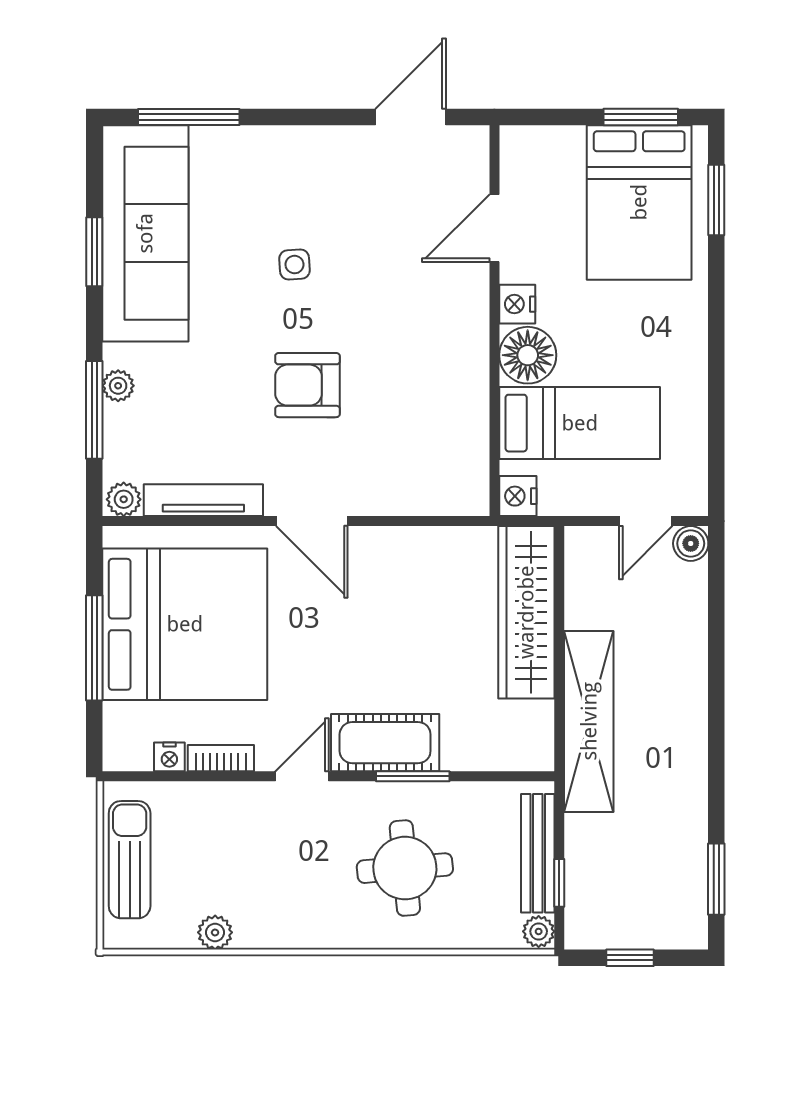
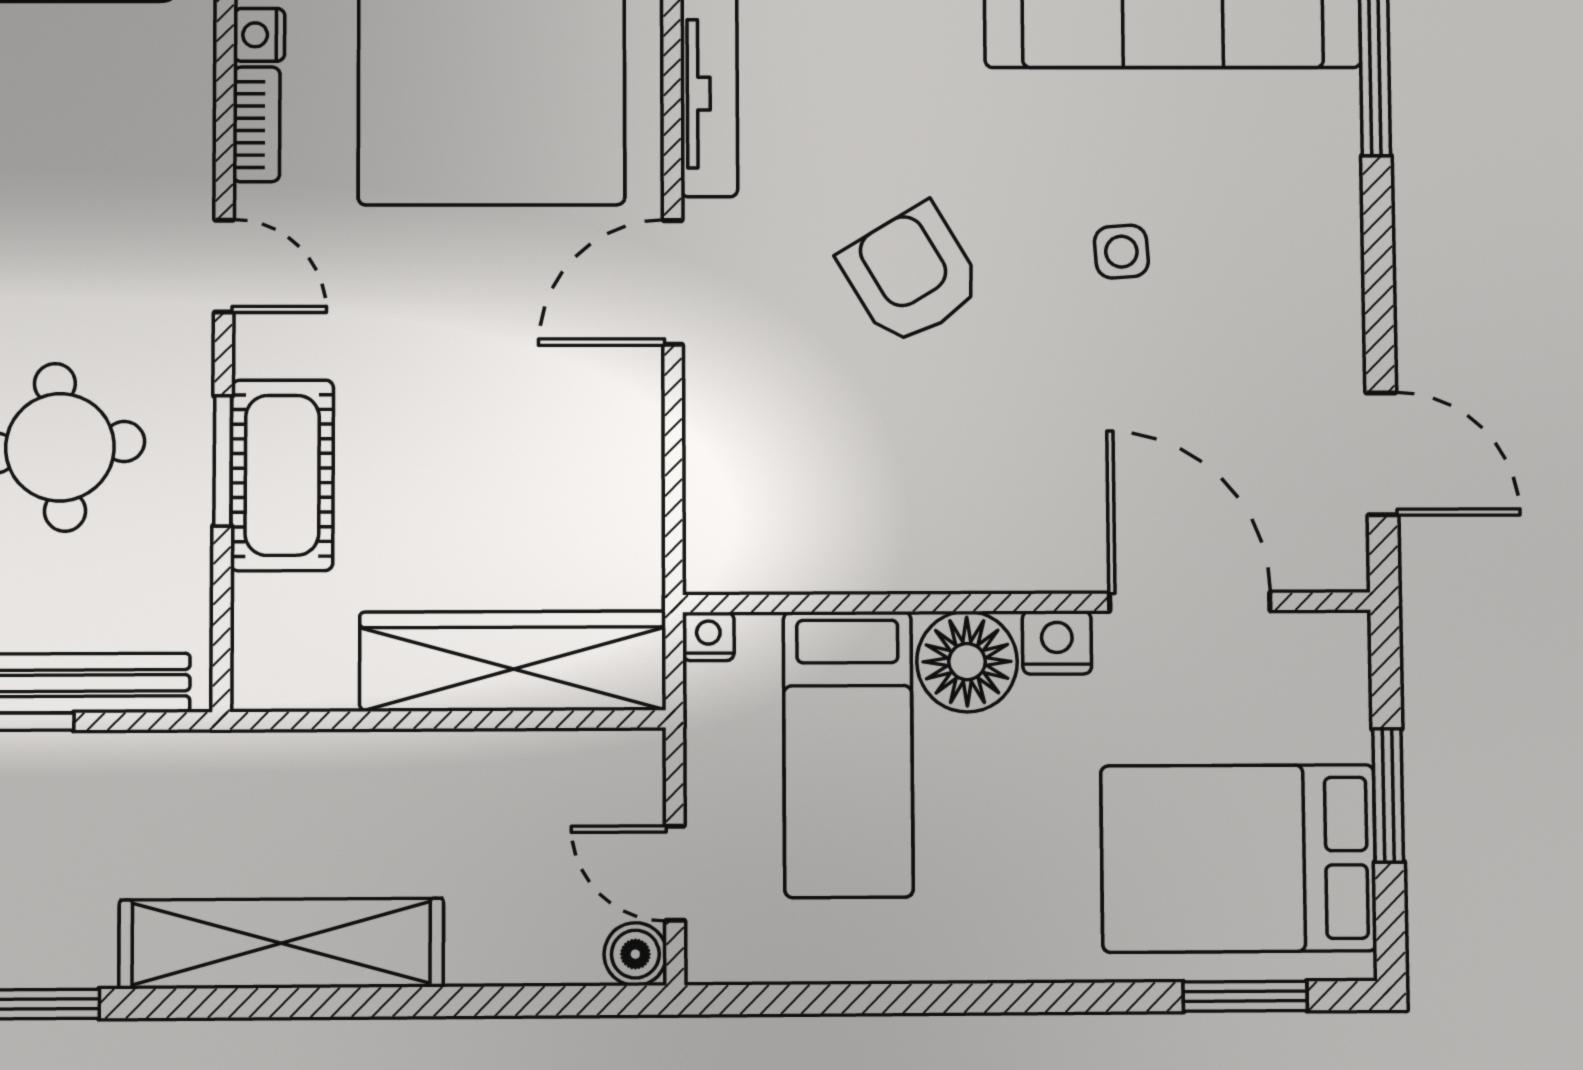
window: (641, 117) -> (1388, 795), moved
door: (494, 228) -> (1190, 602), width x1.36
armchair: (308, 385) -> (911, 275), turned -31
nightstand: (518, 496) -> (708, 636), width x0.72, depth x0.74
shelving: (589, 721) -> (281, 943), moved
cot: (385, 743) -> (282, 475), moved

